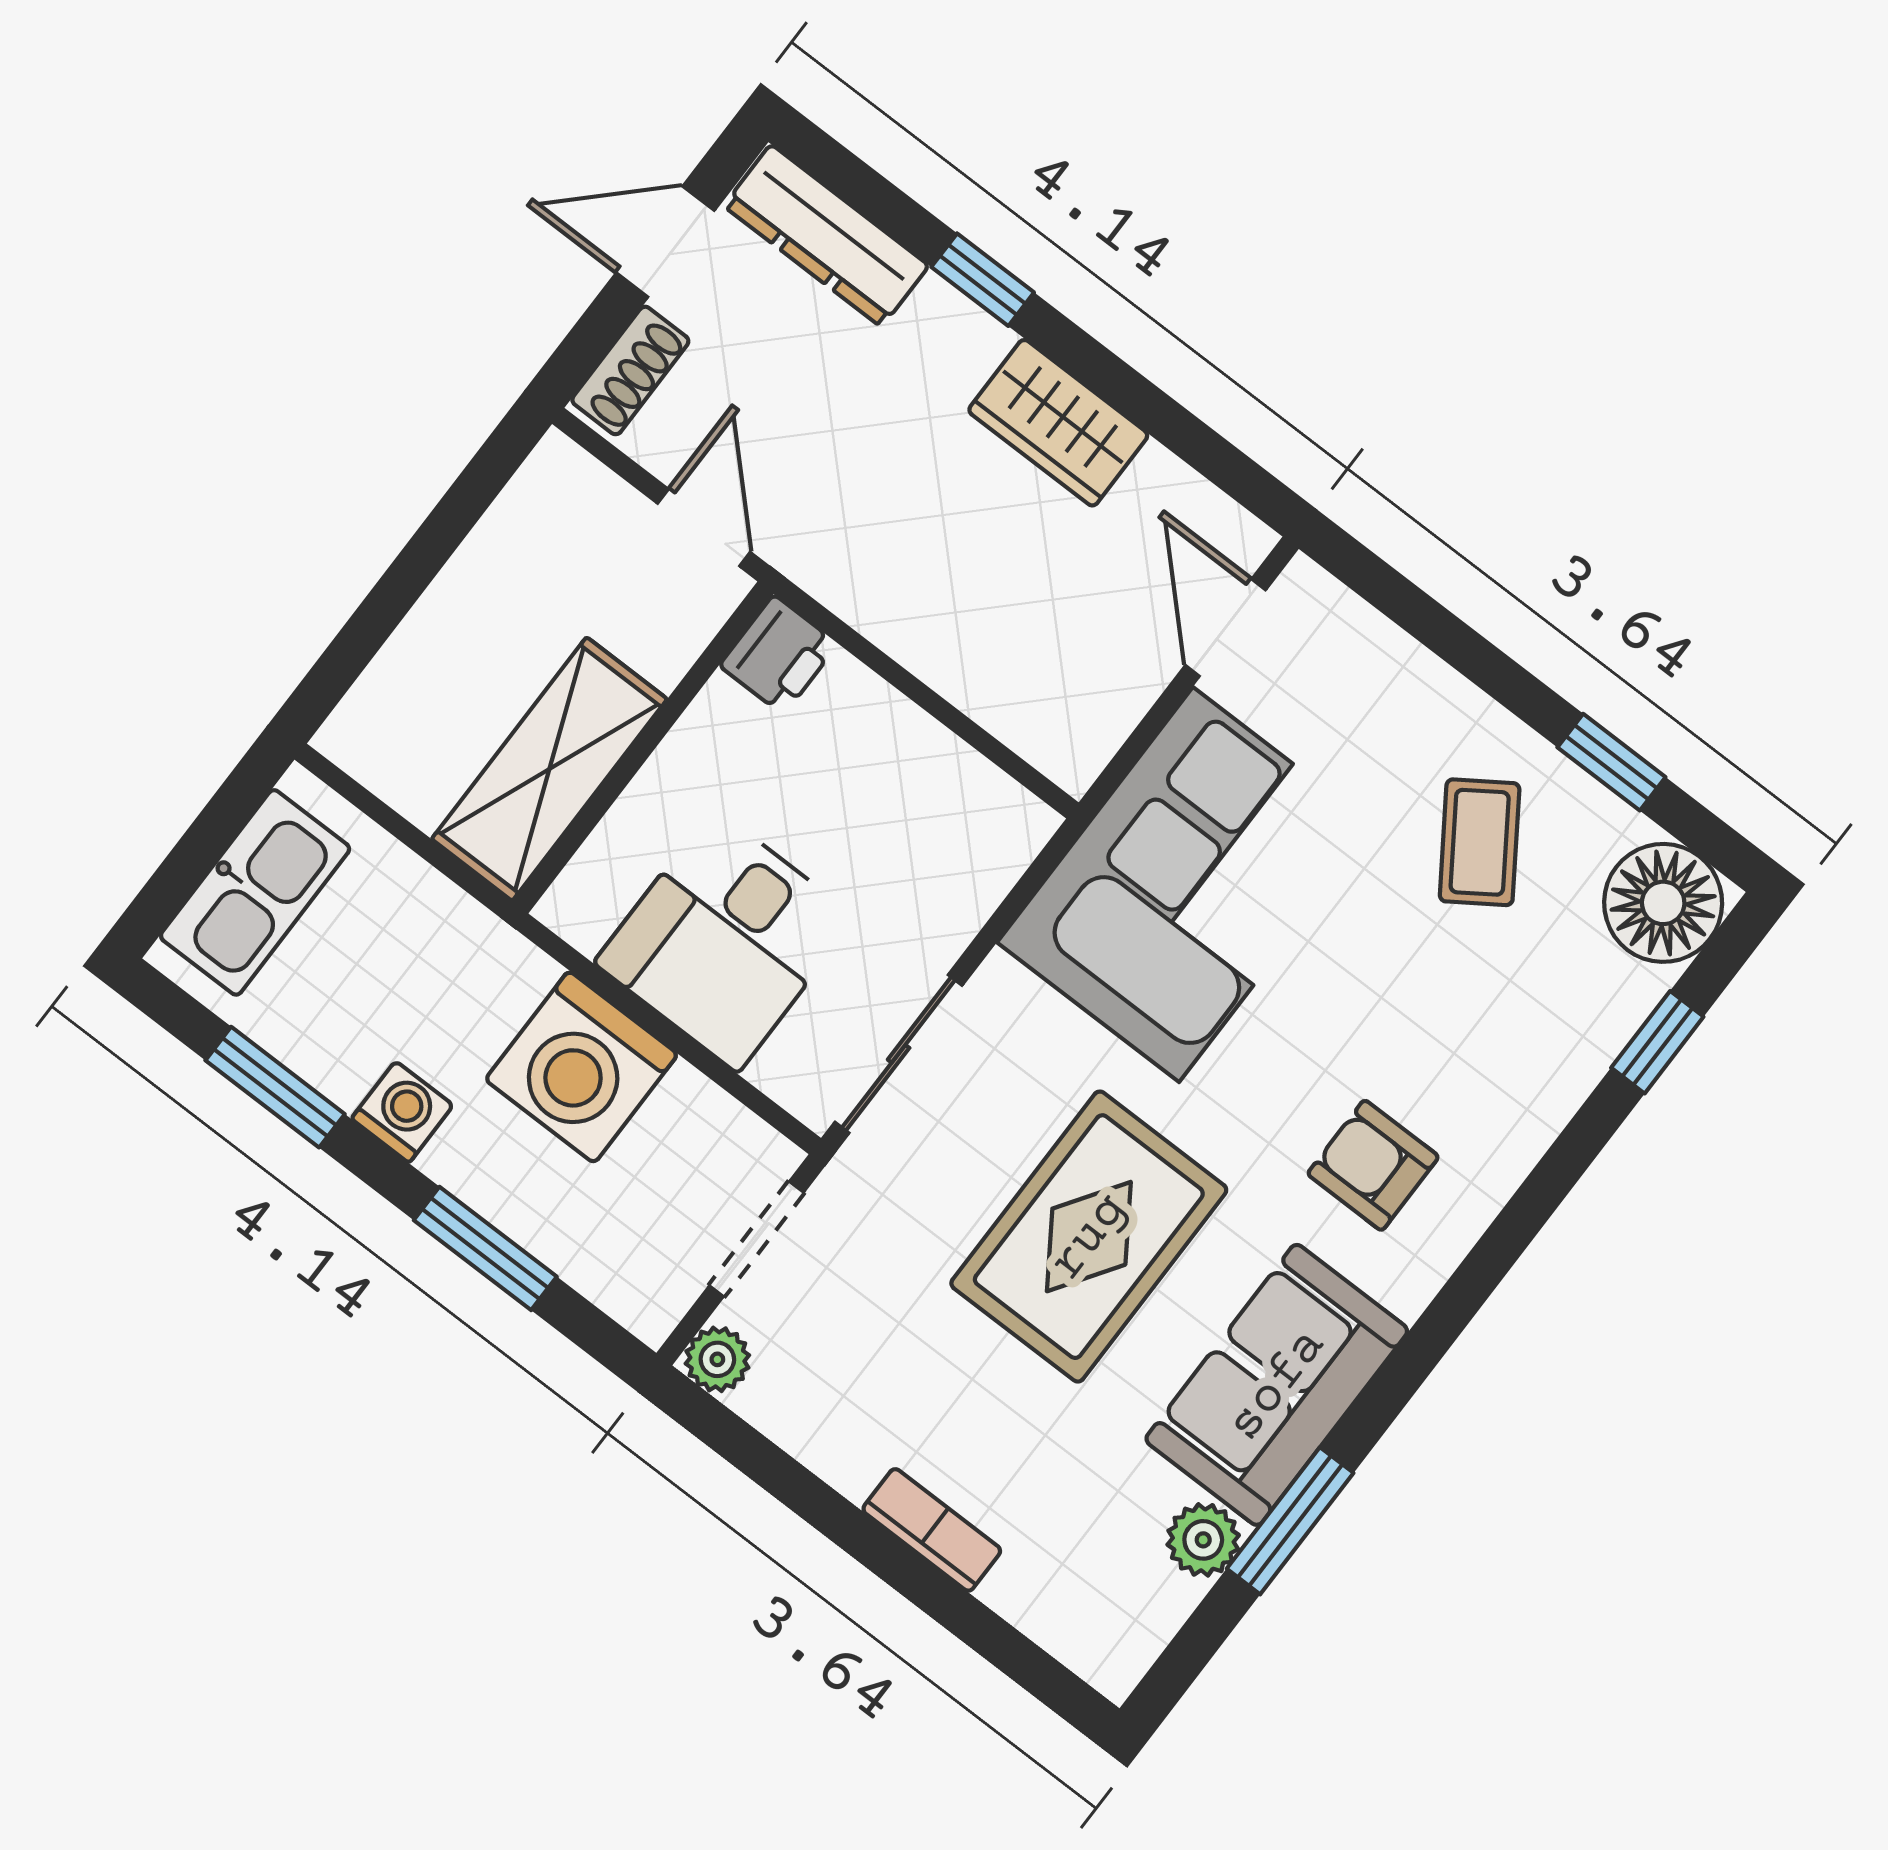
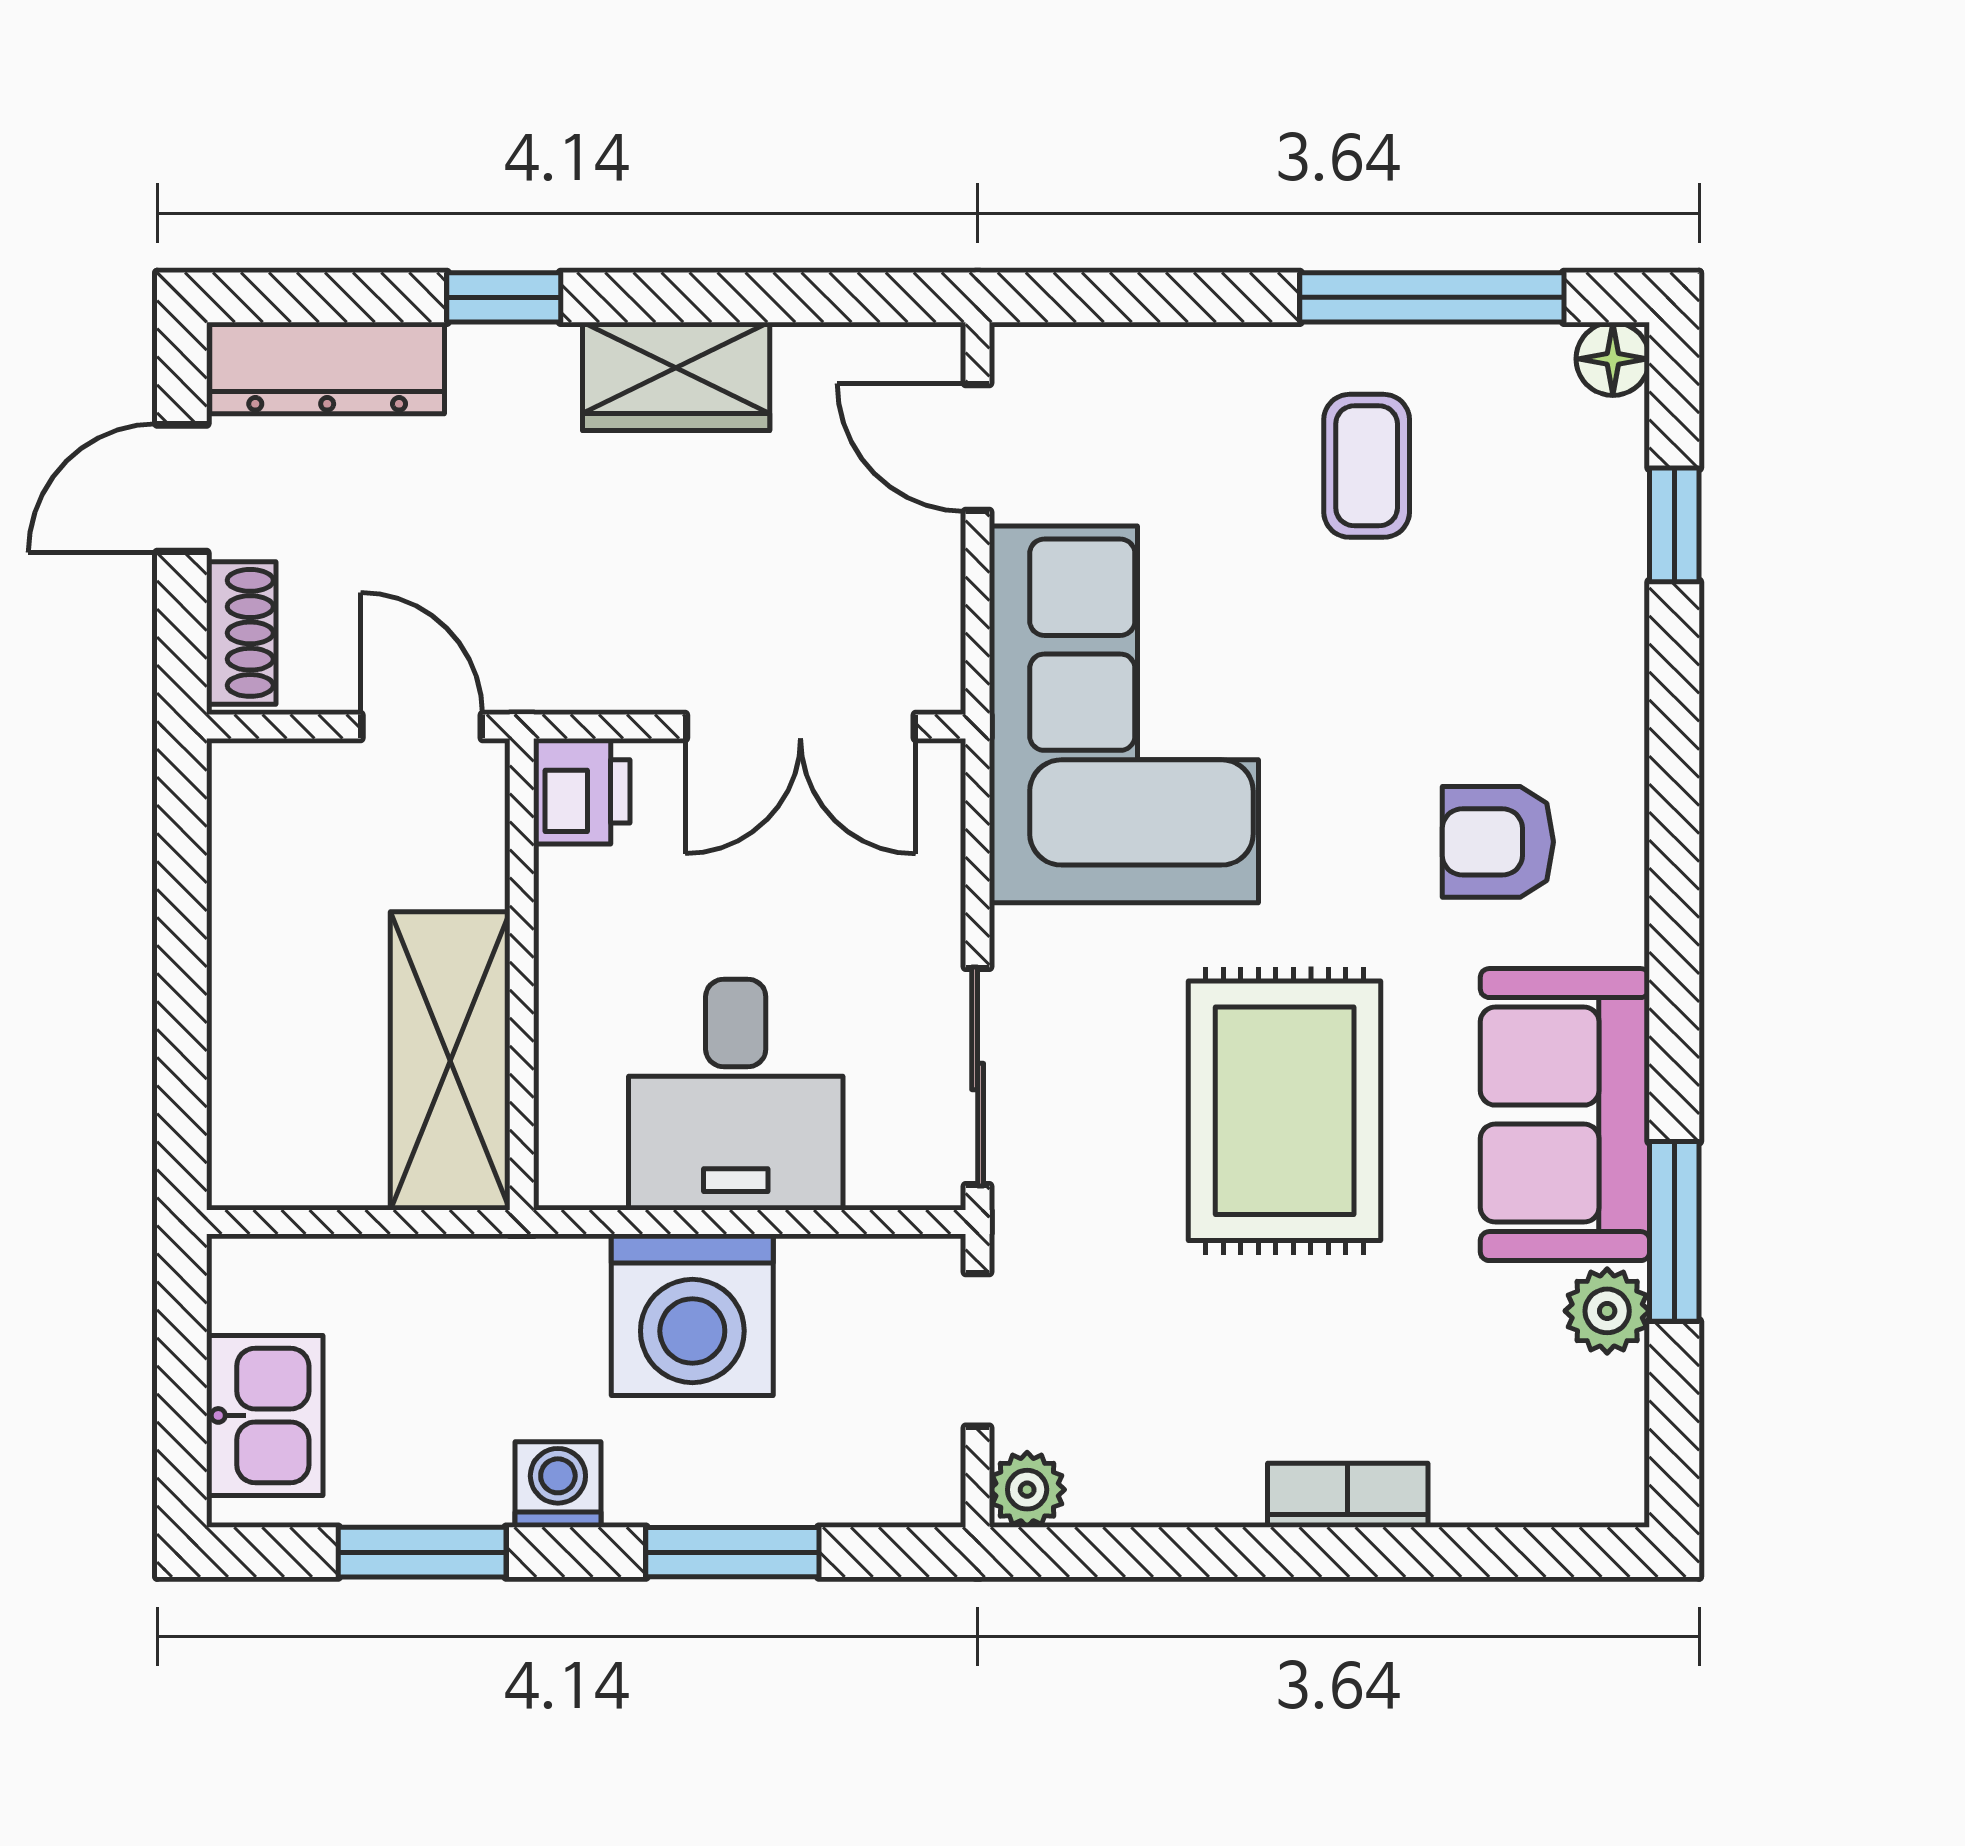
double door: (961, 725) -> (800, 727), added
window: (1611, 762) -> (1432, 297), width x2.17
coffee table: (1480, 842) -> (1367, 466), turned 34
kitchen sink: (255, 892) -> (265, 1415), width x0.73
floor lamp: (1663, 903) -> (1613, 359), width x0.53, depth x0.53

